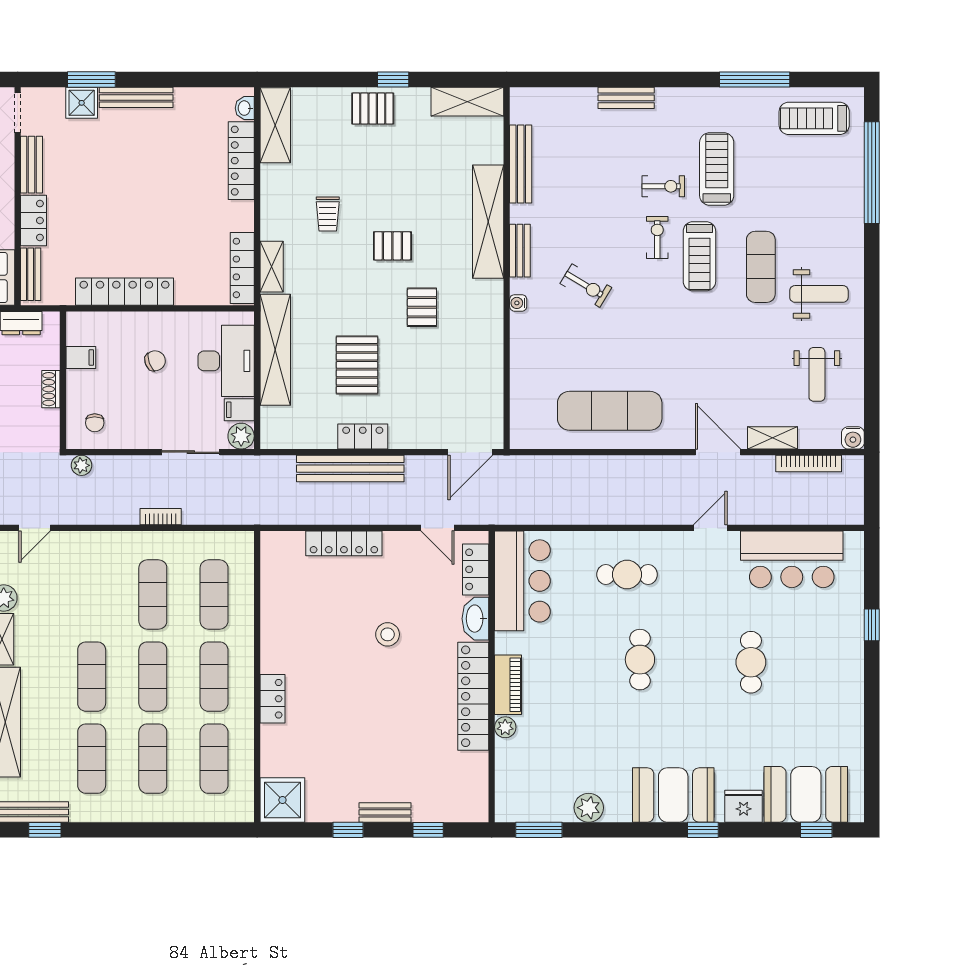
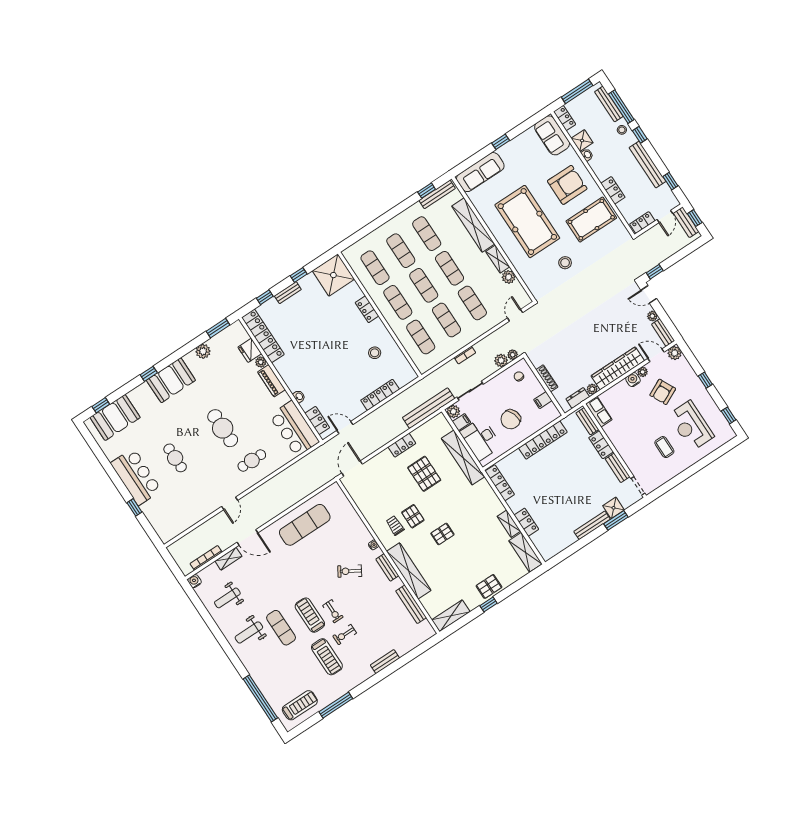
washbasin: (245, 108) -> (543, 551), removed
locker: (241, 161) -> (526, 522), width x0.66
trolley: (328, 214) -> (395, 526), moved
shelving: (272, 267) -> (509, 524), moved
chair: (155, 361) -> (511, 419), width x1.87, depth x1.87
weight bench: (817, 374) -> (227, 598), turned -90
shoe rack: (51, 389) -> (547, 378), width x1.43
plant: (107, 468) -> (501, 360), added
bench: (350, 469) -> (429, 408), moved
bar counter: (792, 559) -> (136, 477), moved, turned 90
exercise mat: (92, 594) -> (472, 303), added
washbasin: (475, 619) -> (299, 396), width x0.52, depth x0.69
stool: (388, 634) -> (375, 353), moved
cafe table: (640, 660) -> (223, 428), width x1.37, depth x1.35
locker: (473, 696) -> (263, 336), moved
shower: (282, 800) -> (333, 275), width x1.37, depth x1.37
fridge: (744, 806) -> (250, 350), moved, turned 90

